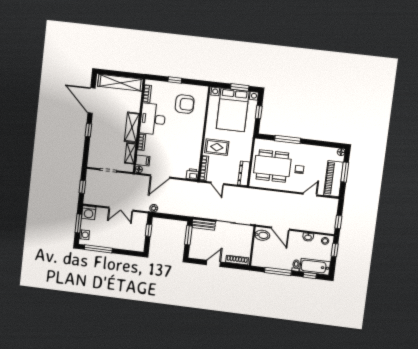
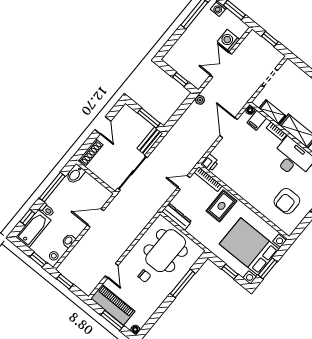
washing machine: (89, 213) -> (229, 41), moved
bidet: (262, 235) -> (75, 174), moved

